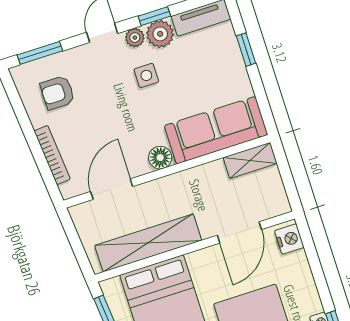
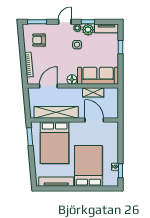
shelving: (250, 160) -> (93, 92), moved
door: (239, 232) -> (94, 120), swing flipped
nightstand: (289, 239) -> (113, 129), removed

